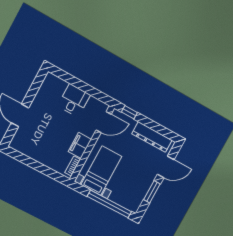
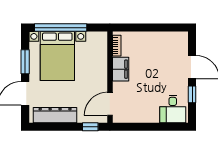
window: (32, 93) -> (192, 94), added
desk: (74, 100) -> (173, 109), moved
bed with nightstands: (101, 171) -> (57, 56), moved, width x1.36

